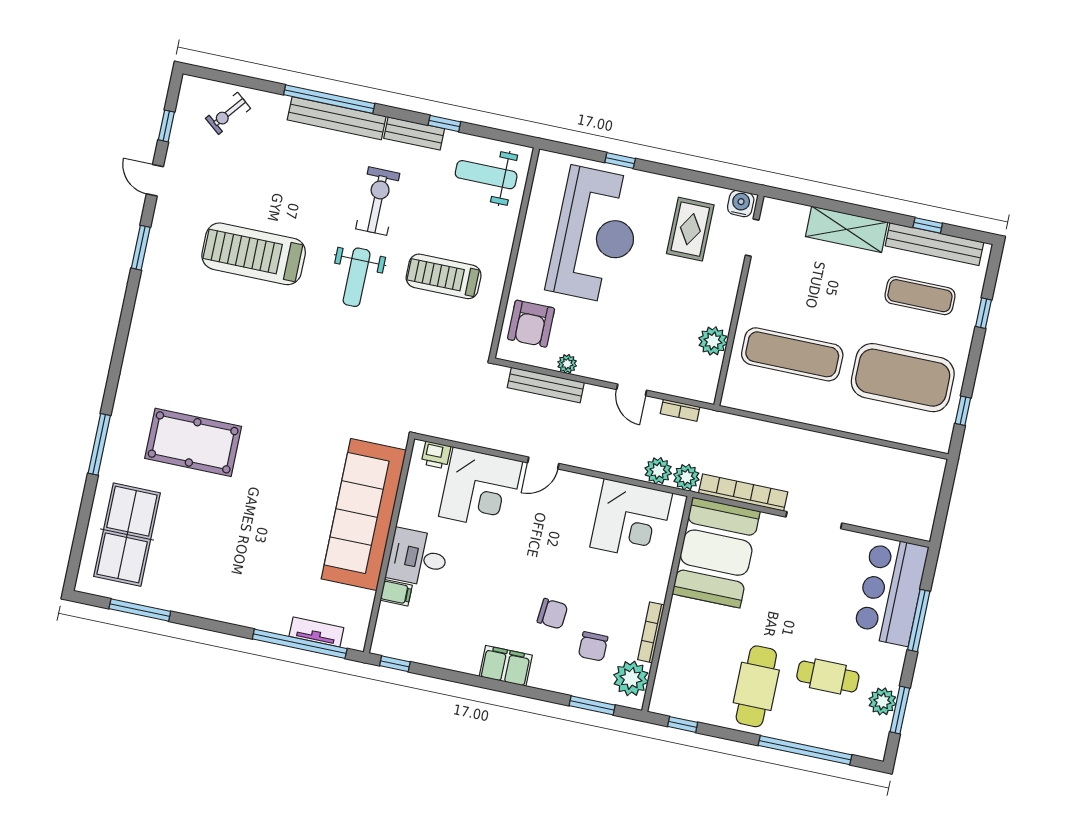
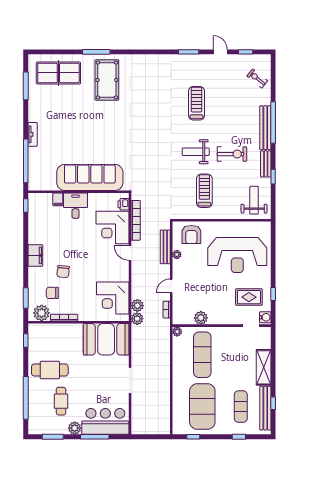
window: (620, 161) -> (273, 294), moved
door: (155, 180) -> (220, 52), hinge flipped
treadmill: (254, 254) -> (197, 103), width x0.73, depth x0.73
armchair: (531, 324) -> (191, 235), turned -90
plant: (732, 398) -> (177, 332), added
pool table: (193, 442) -> (107, 80), moved
bookcase: (743, 493) -> (136, 220), moved
tv unit: (316, 632) -> (33, 134), moved
plant: (882, 701) -> (75, 428), moved

